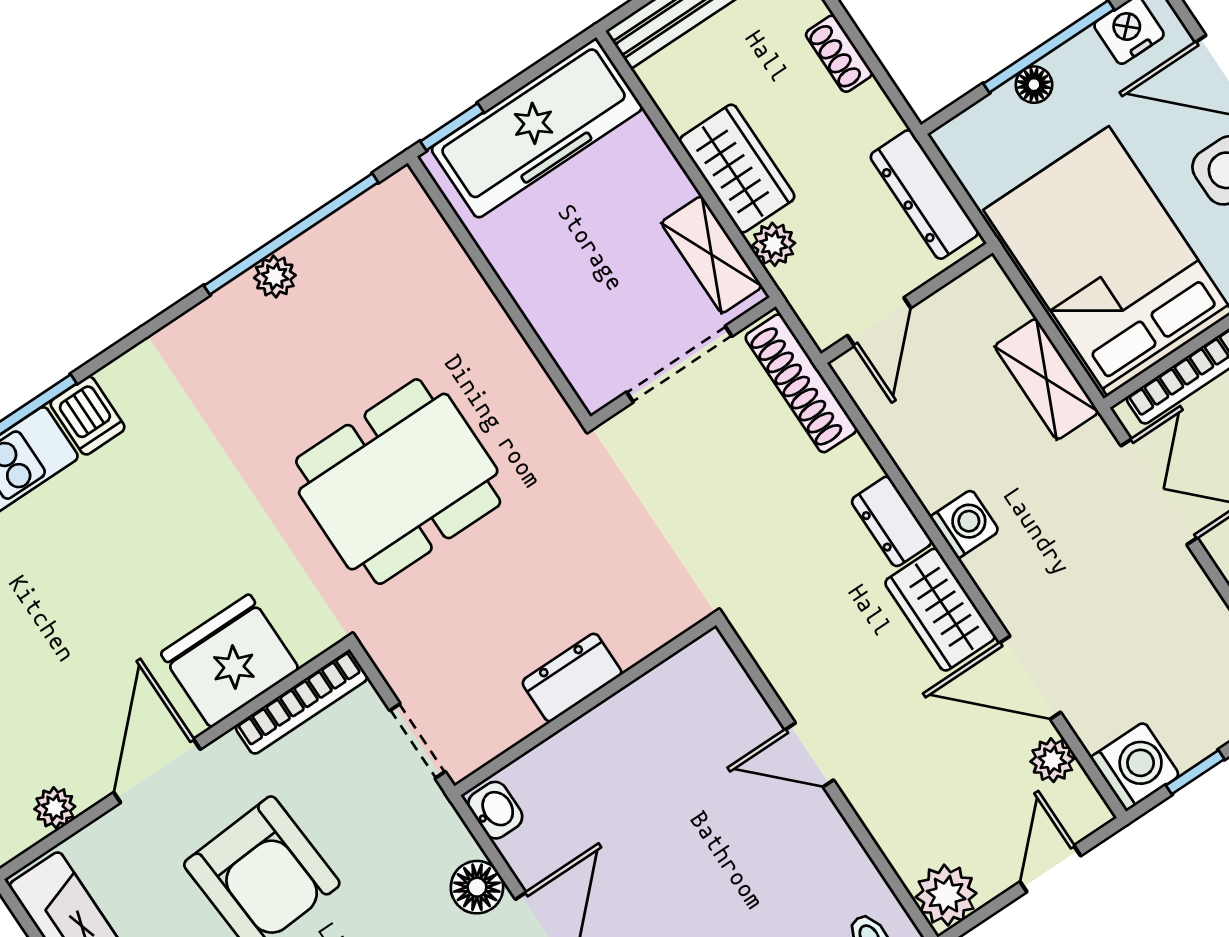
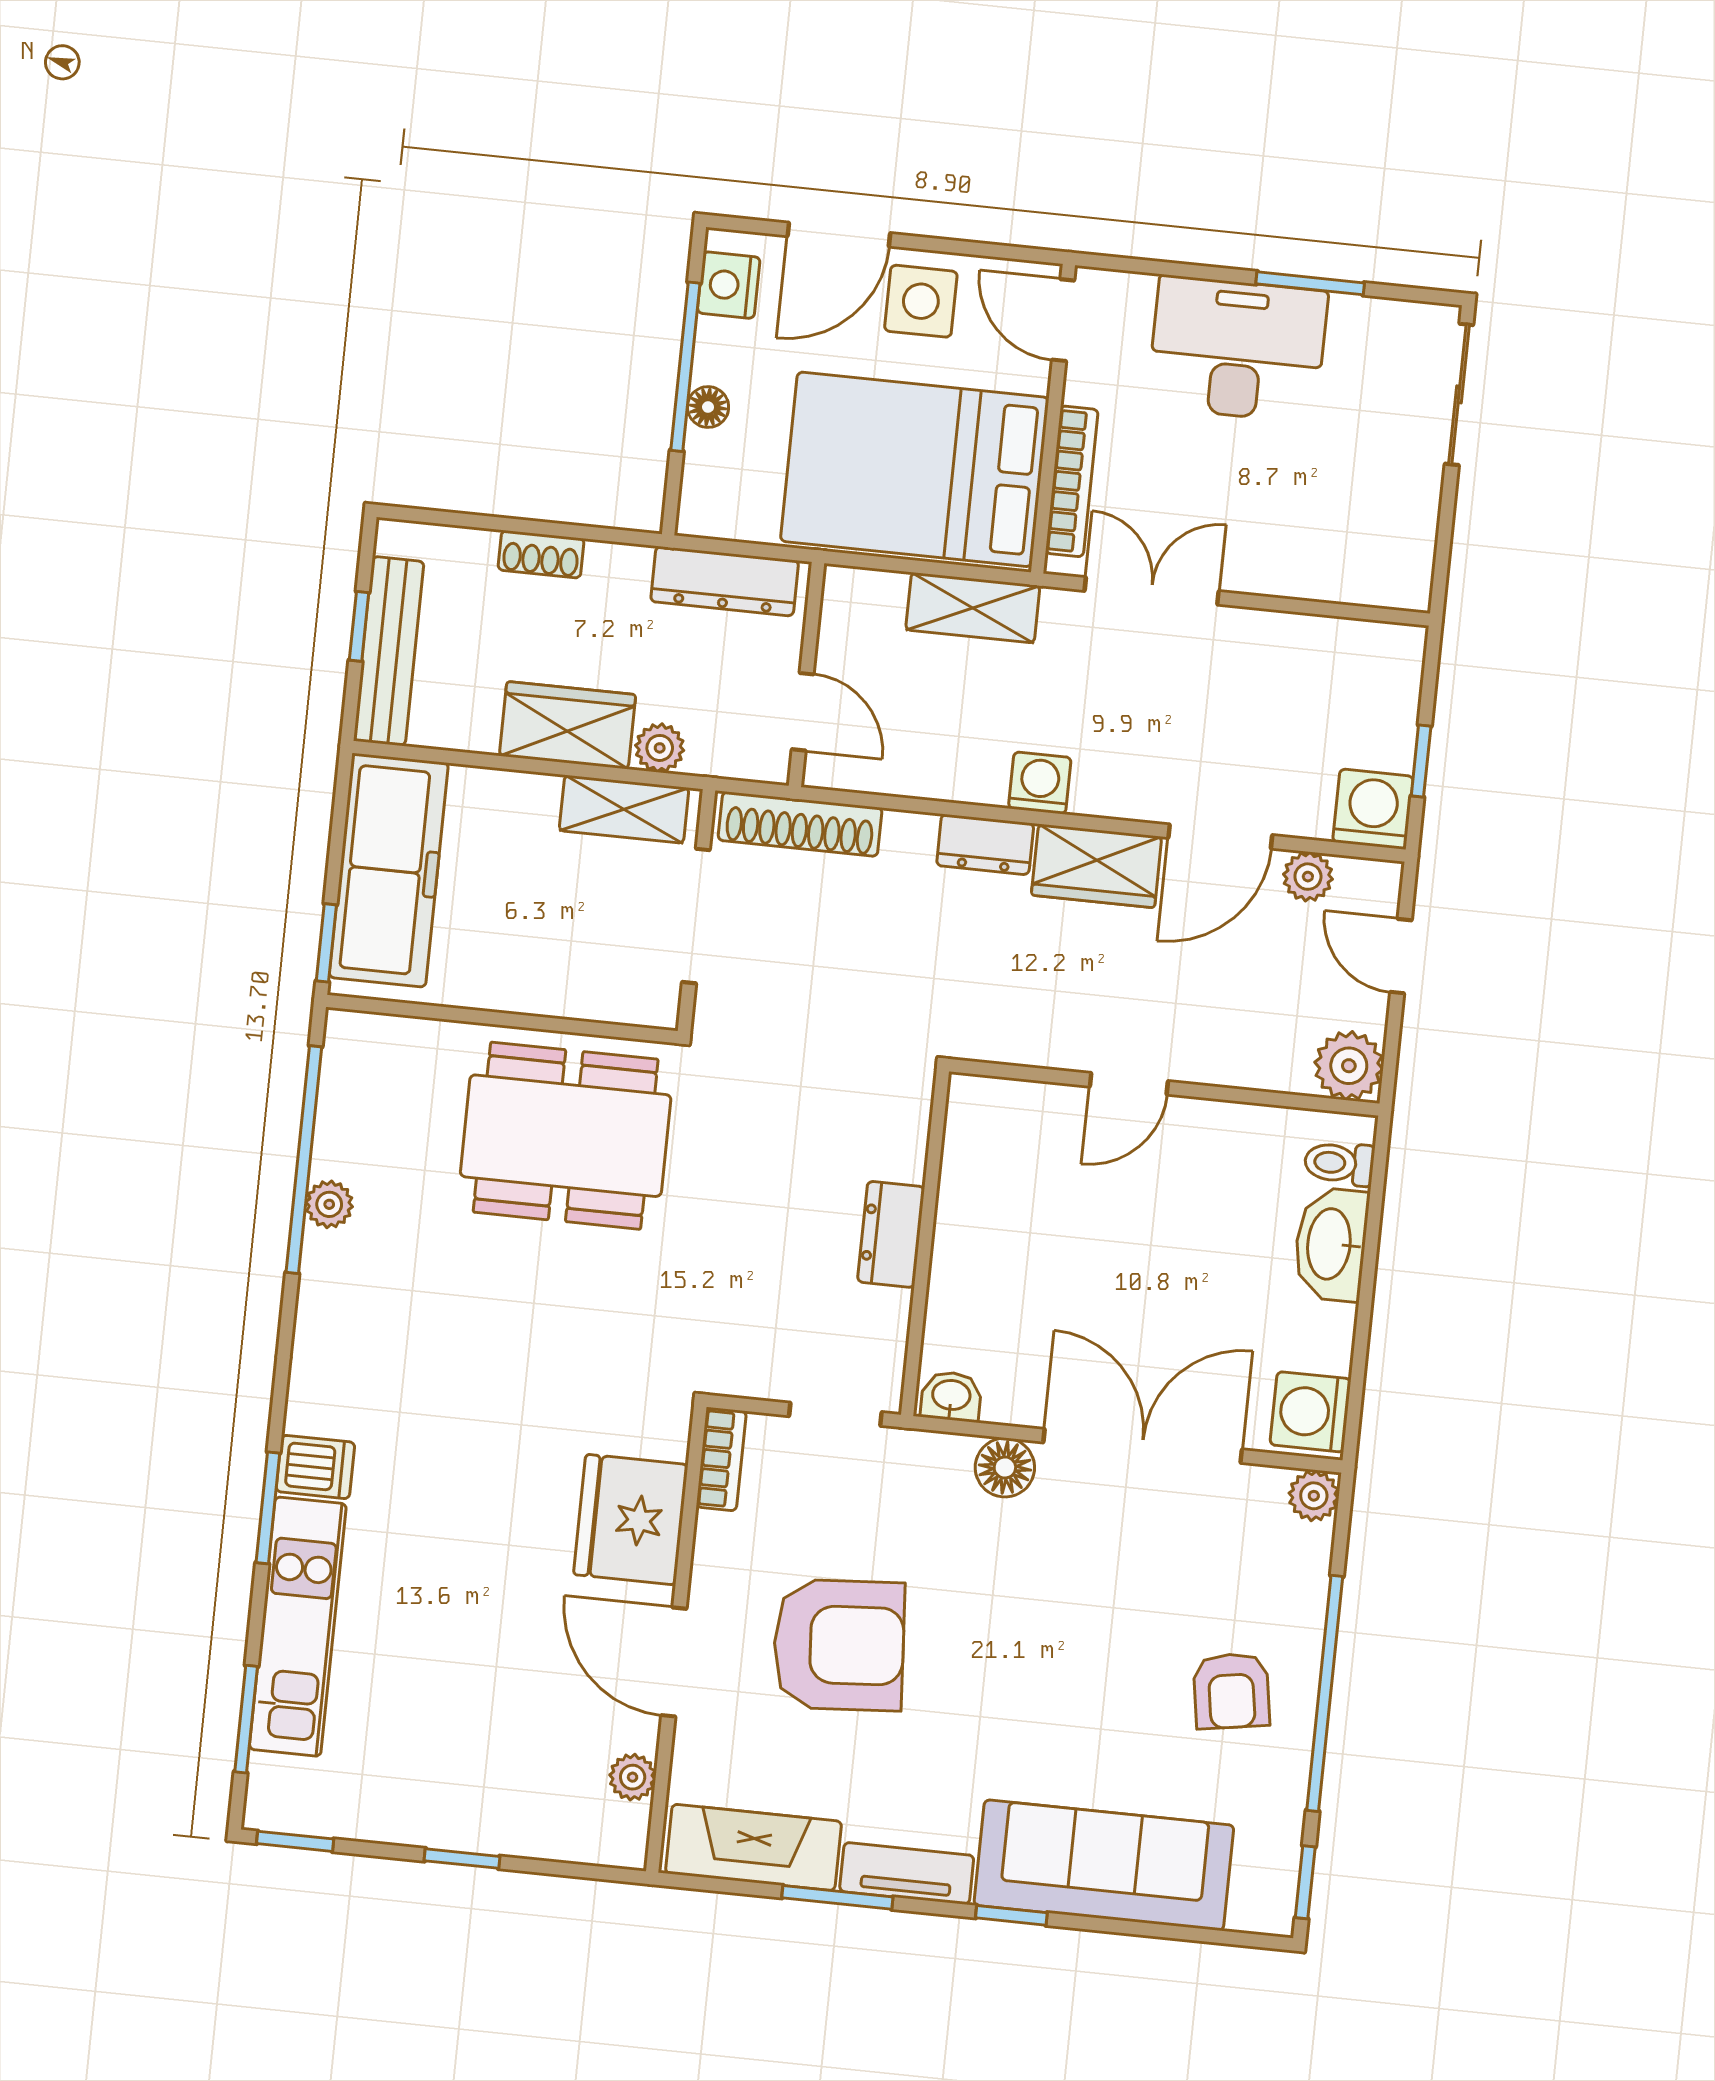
dining table: (398, 482) -> (566, 1136), moved, turned 90
bookcase: (301, 702) -> (721, 1459), width x0.64

